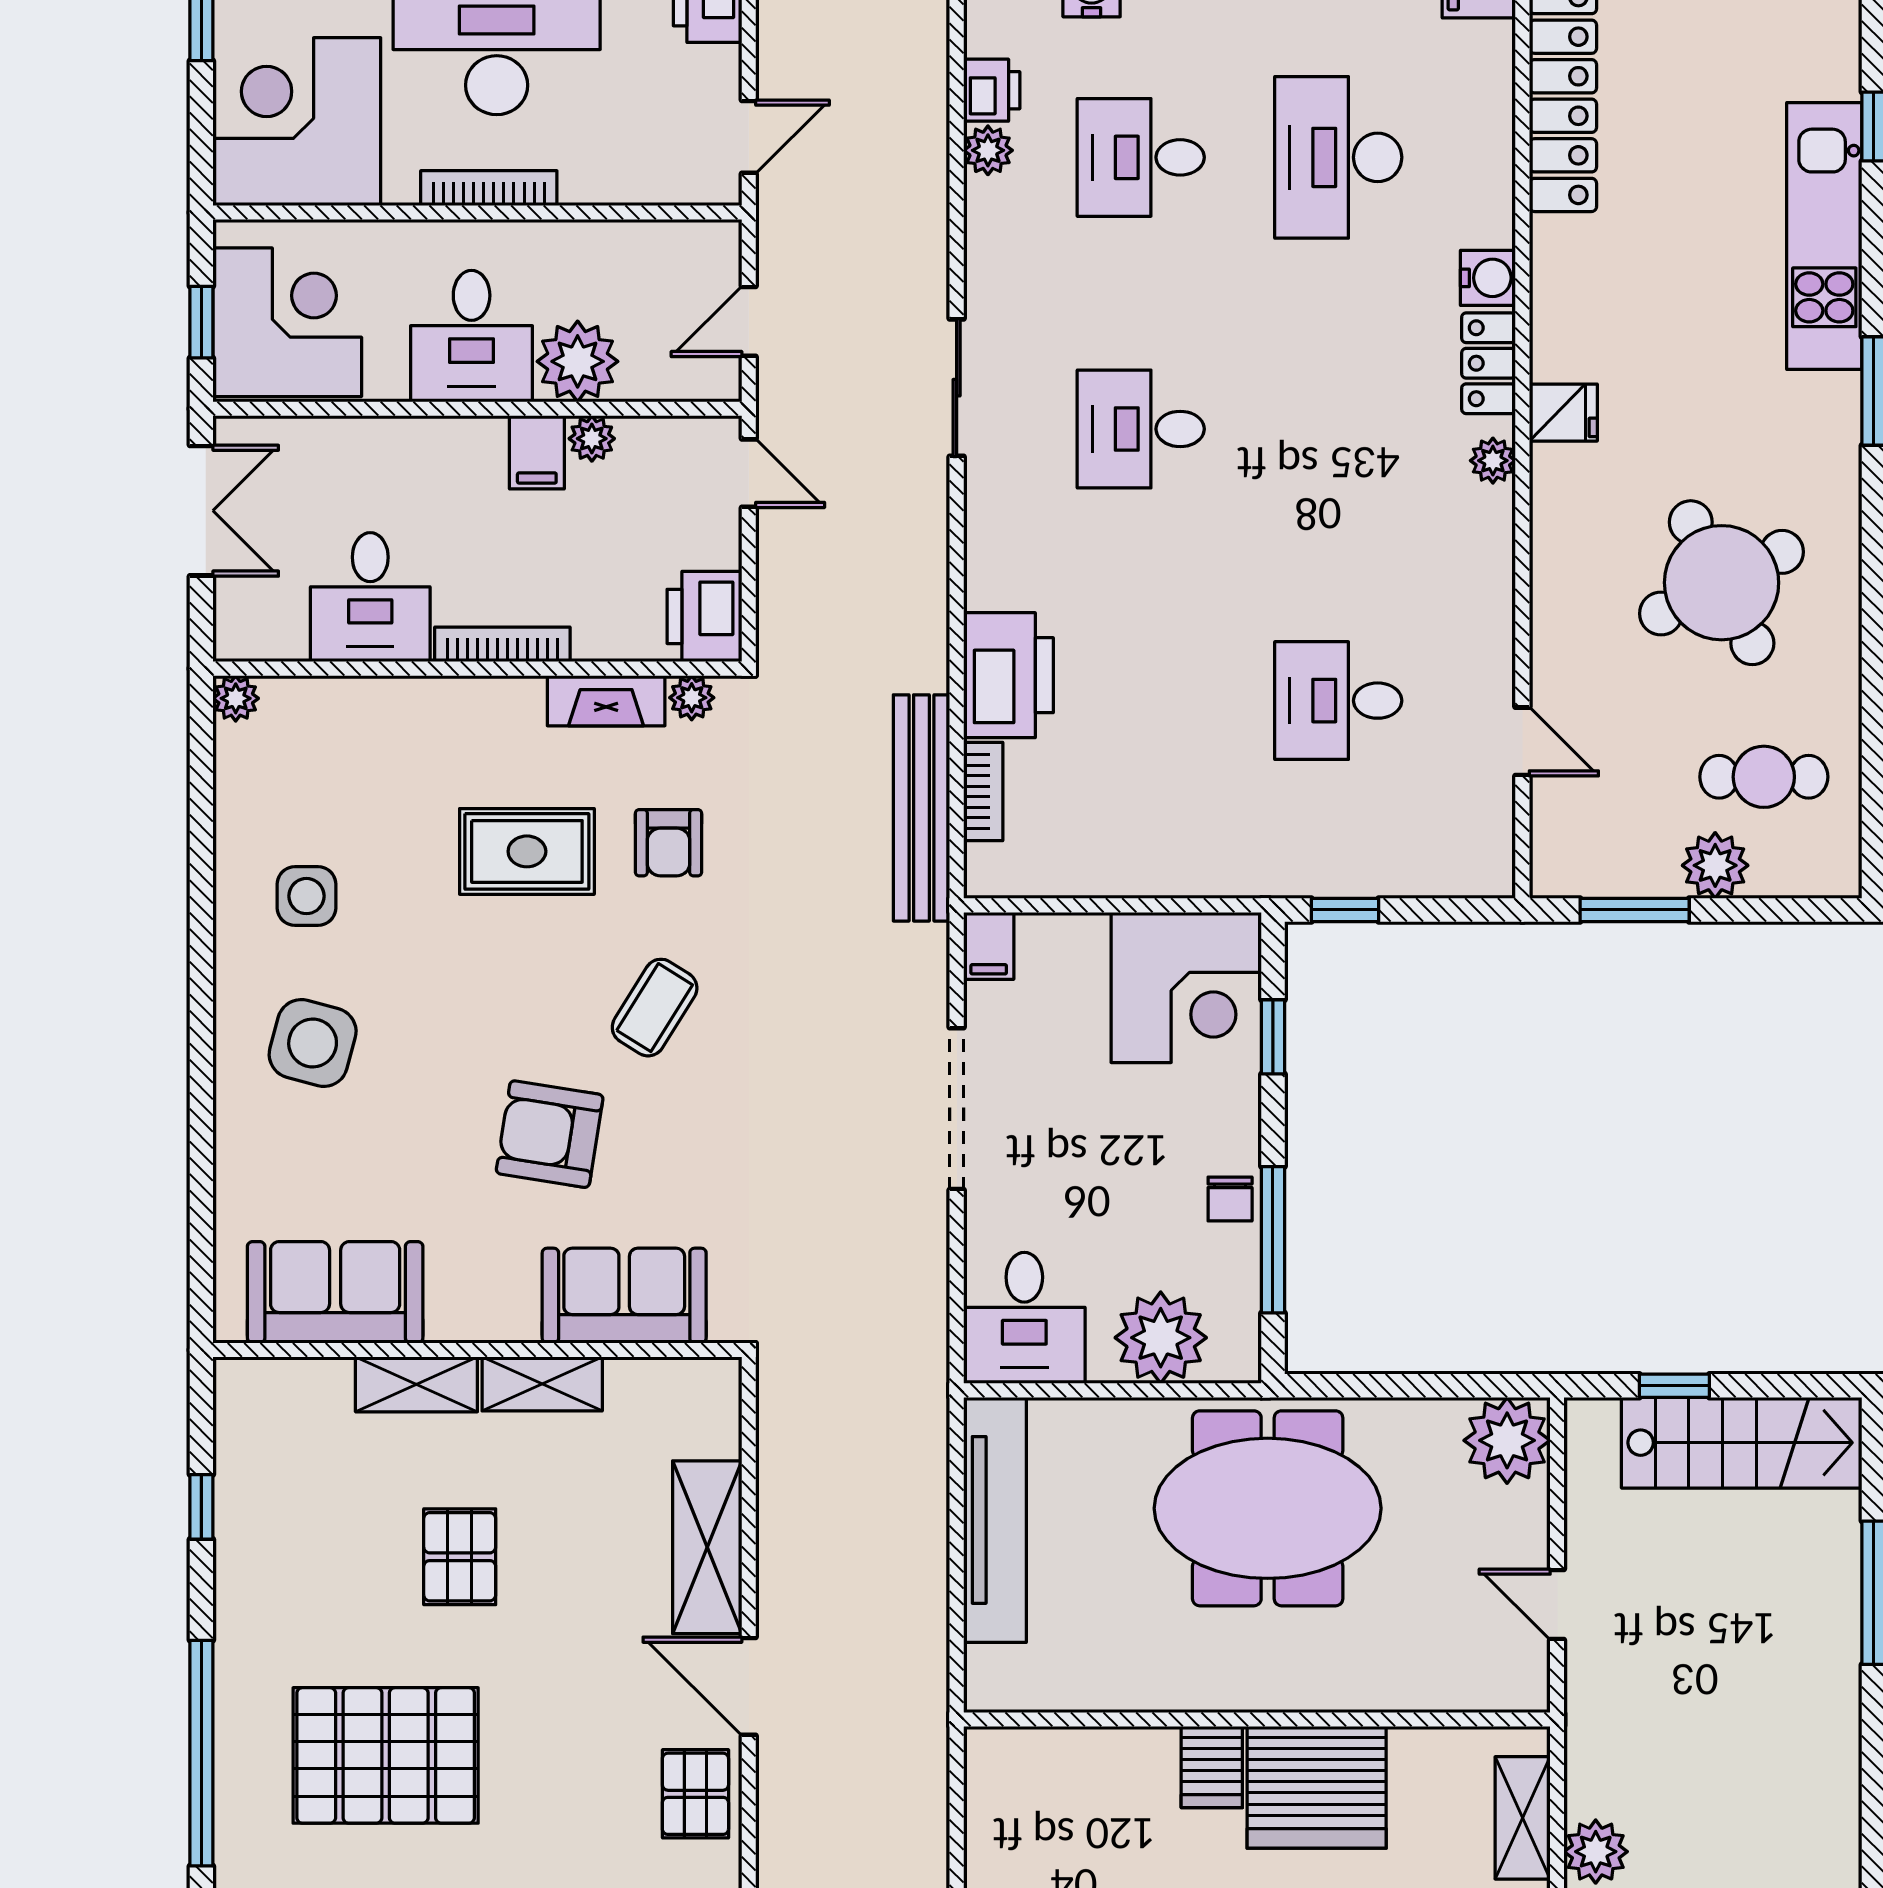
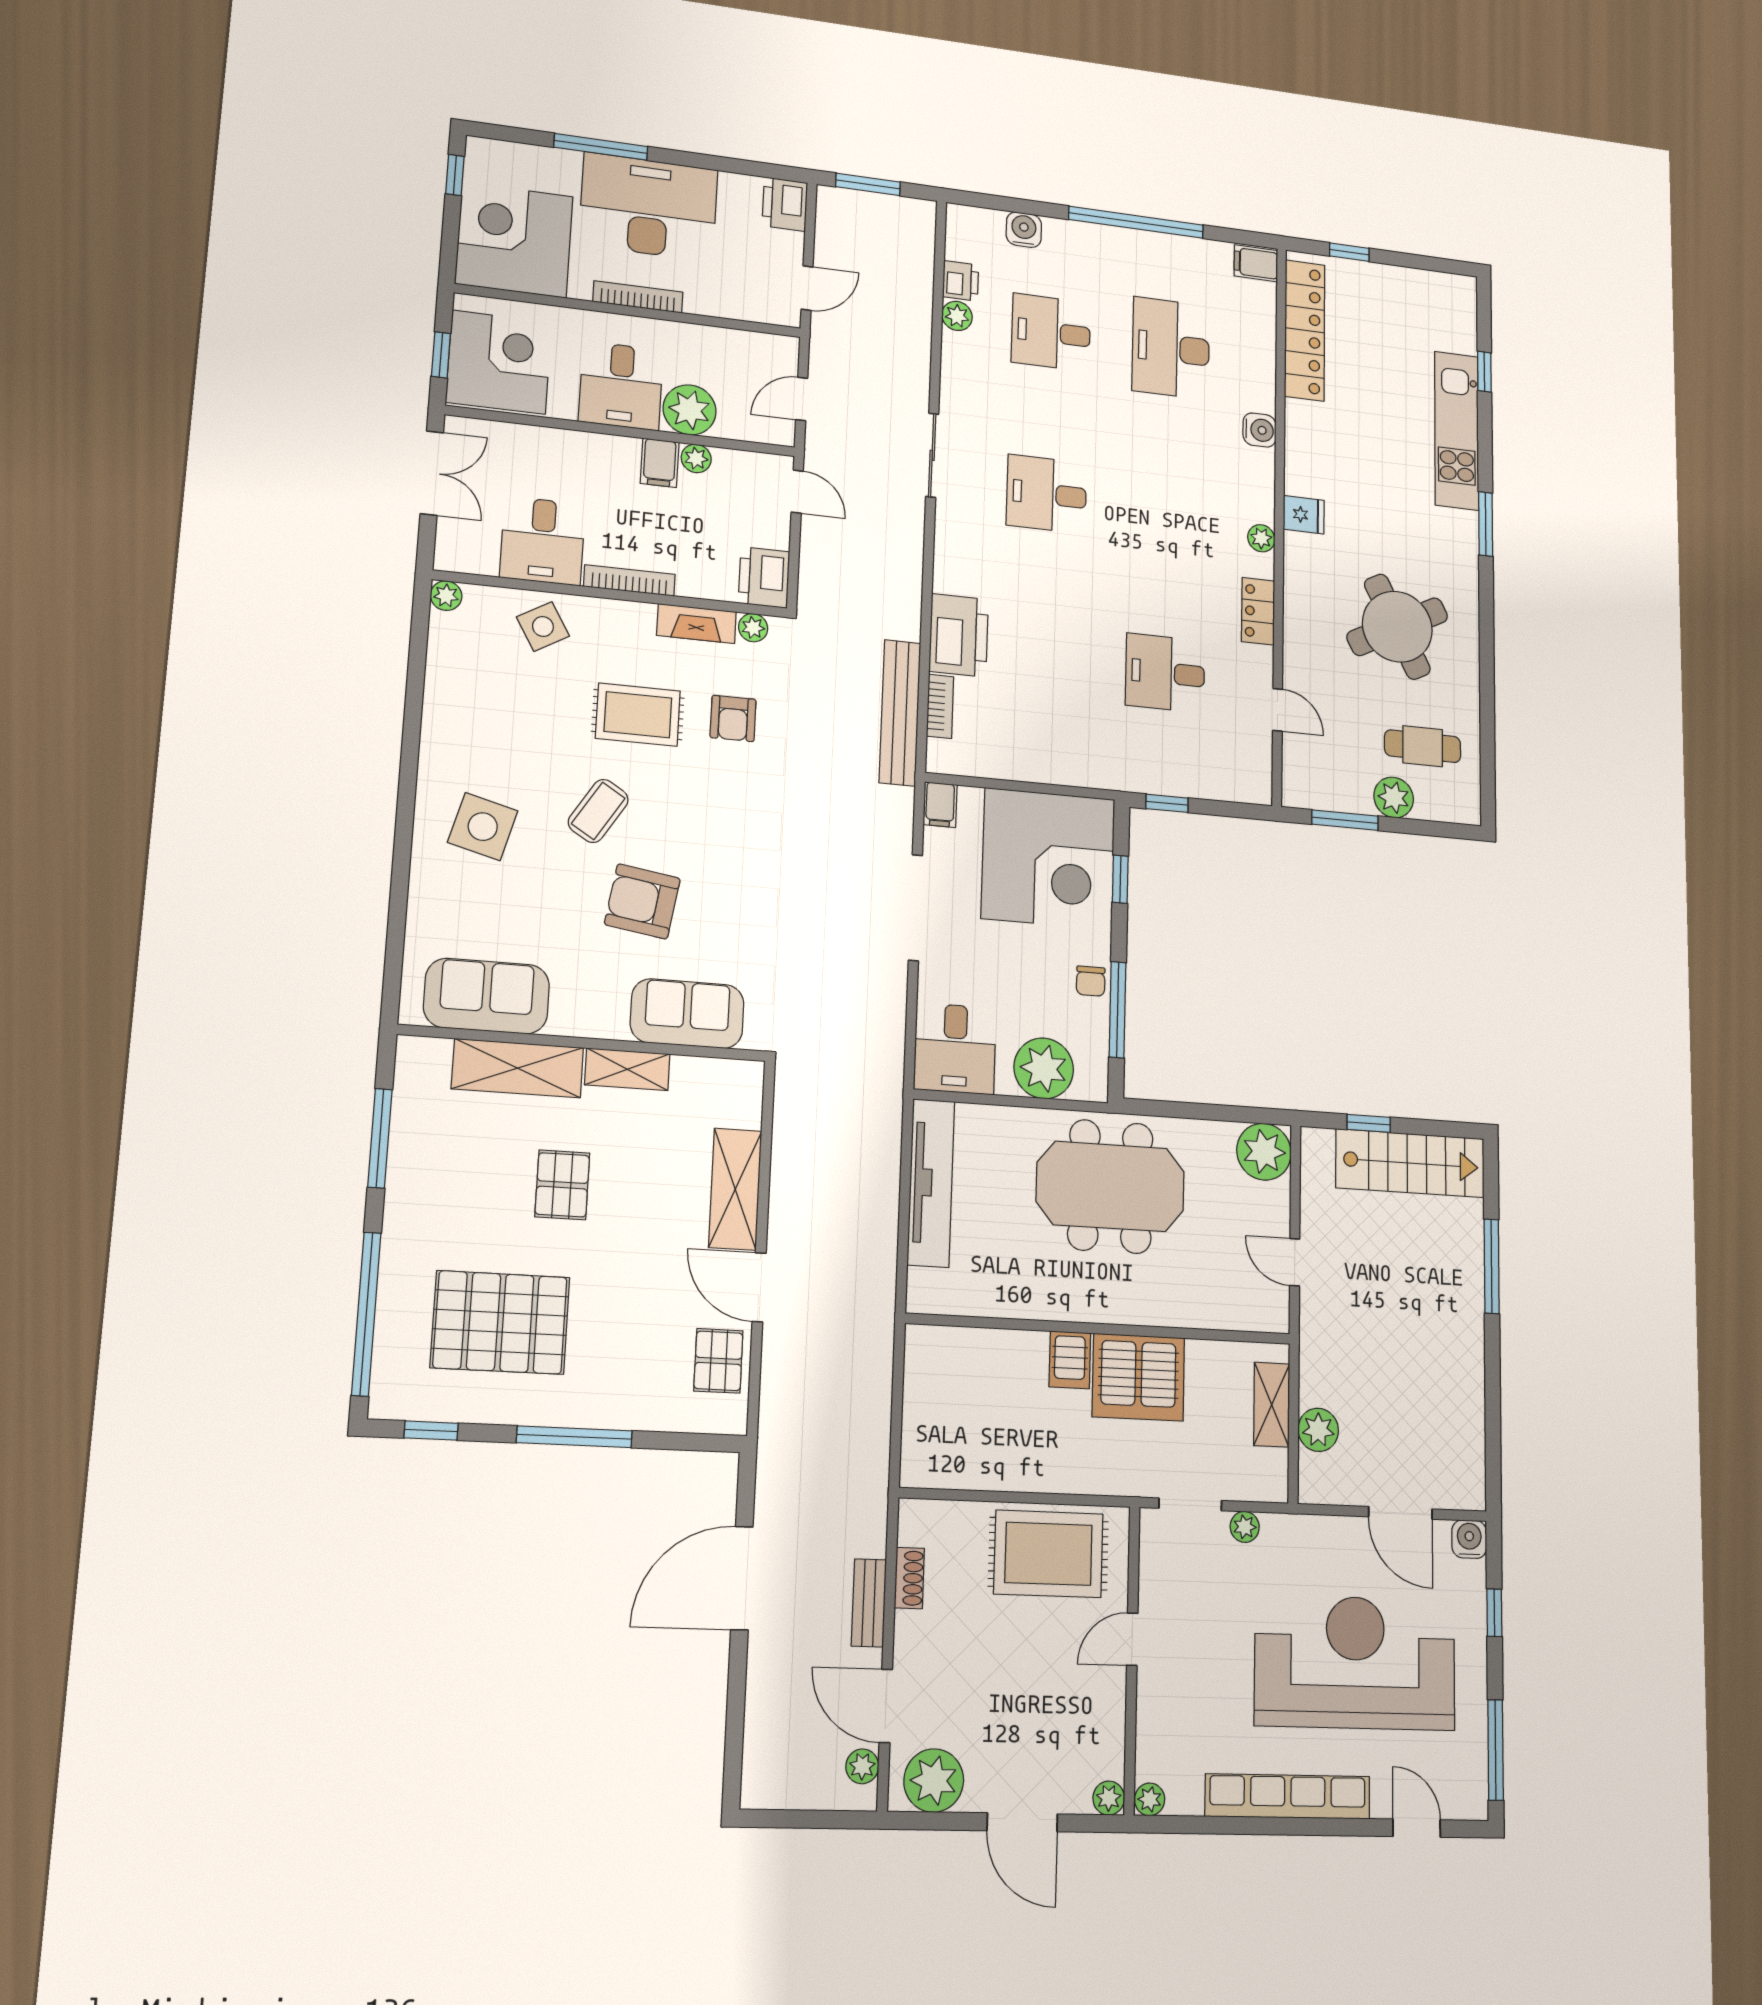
locker: (1489, 363) -> (1258, 611), moved
side table: (306, 896) -> (543, 626), moved, turned -30
corner desk: (1186, 987) -> (1048, 859), width x1.36, depth x1.36
coffee table: (655, 1008) -> (598, 811), moved
shelving: (416, 1384) -> (518, 1068), width x1.50, depth x1.33
window: (201, 1507) -> (380, 1138), width x2.17

